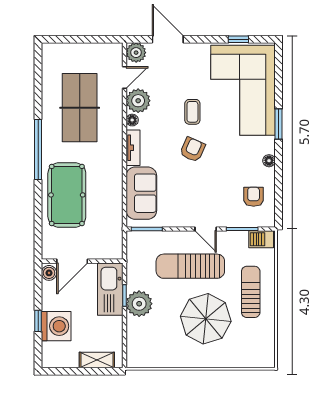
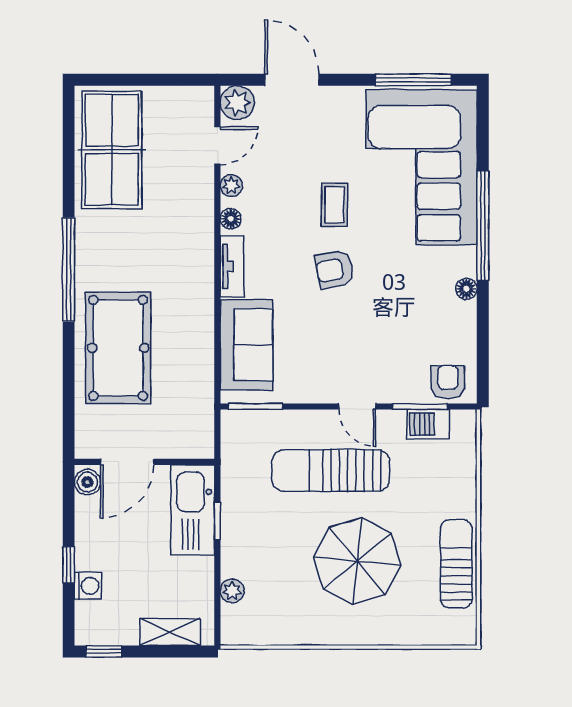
window: (238, 39) -> (414, 80), width x2.17
plant: (138, 101) -> (231, 186), width x0.53, depth x0.53
table tennis table: (80, 108) -> (112, 150), moved
window: (279, 124) -> (483, 226), width x2.11
armchair: (193, 150) -> (335, 270), turned -125
armchair: (254, 197) -> (448, 382), moved
barbecue: (261, 239) -> (428, 424), moved
sun lounger: (251, 292) -> (456, 564), moved
plant: (139, 304) -> (232, 591), moved, width x0.53, depth x0.53
washing machine: (56, 326) -> (88, 586), width x0.53, depth x0.53
window: (59, 371) -> (104, 651), added

